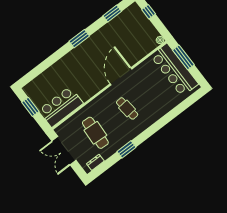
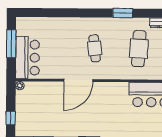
window: (183, 57) -> (11, 44), moved
bar counter: (174, 70) -> (27, 58), width x0.73

